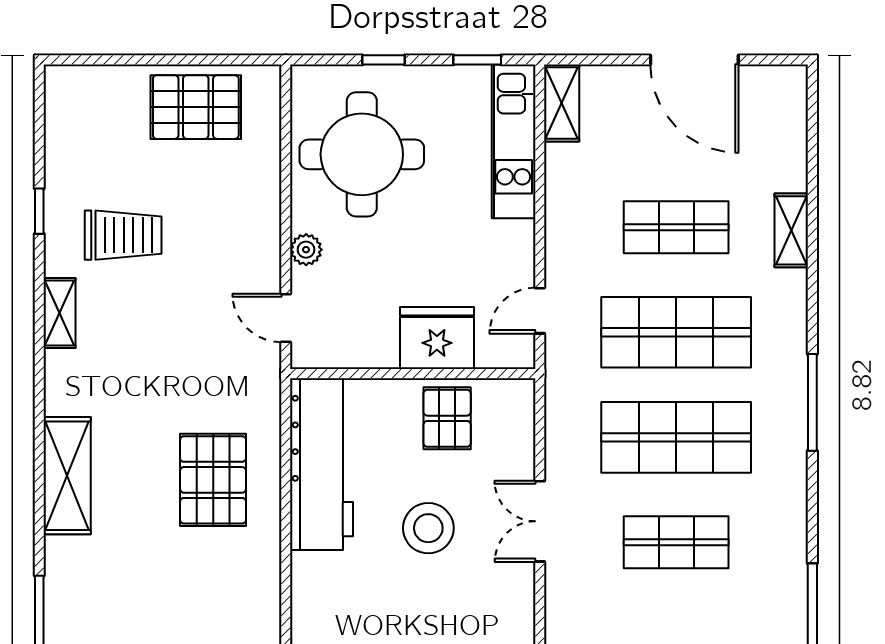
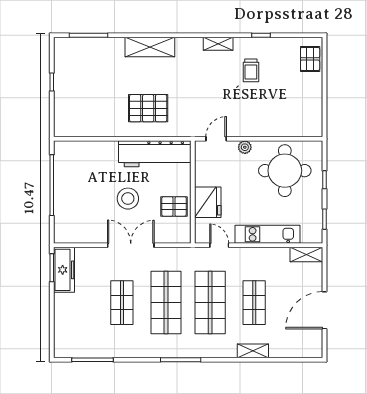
pallet: (196, 107) -> (310, 59), moved, width x0.67, depth x0.71
kitchen unit: (514, 141) -> (267, 234), moved
trolley: (123, 235) -> (251, 70), width x0.73, depth x0.72
double door: (540, 521) -> (131, 245), width x1.37

